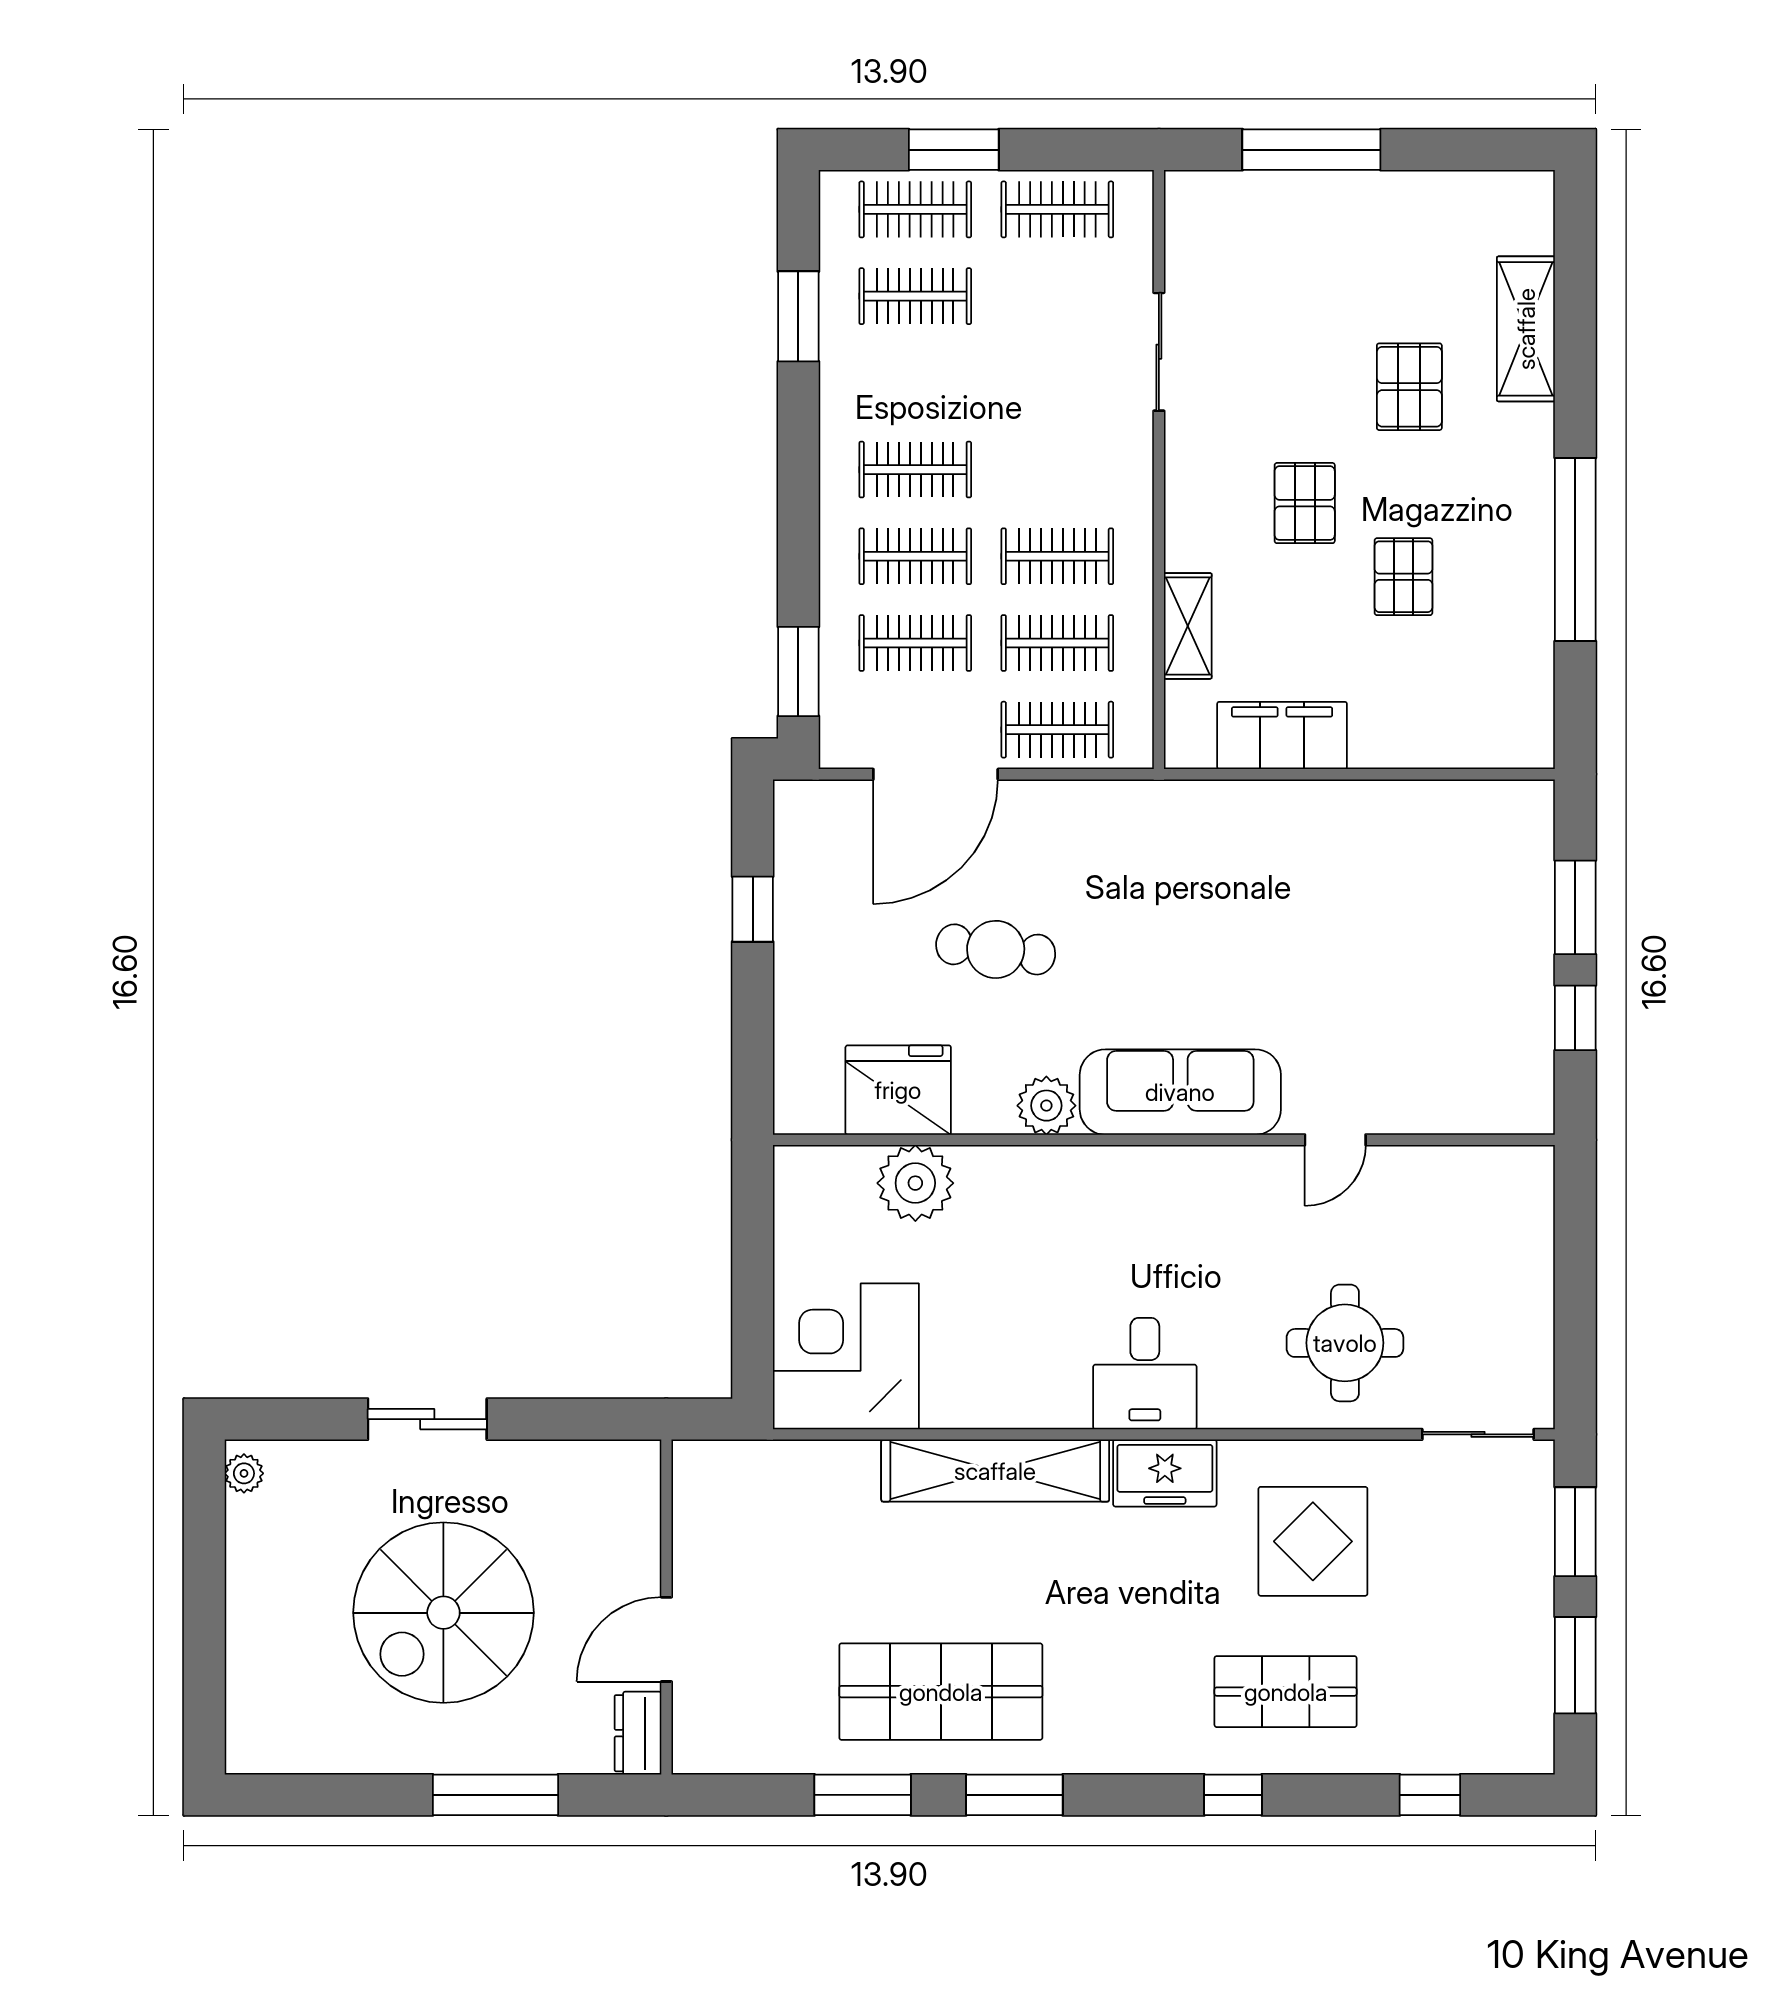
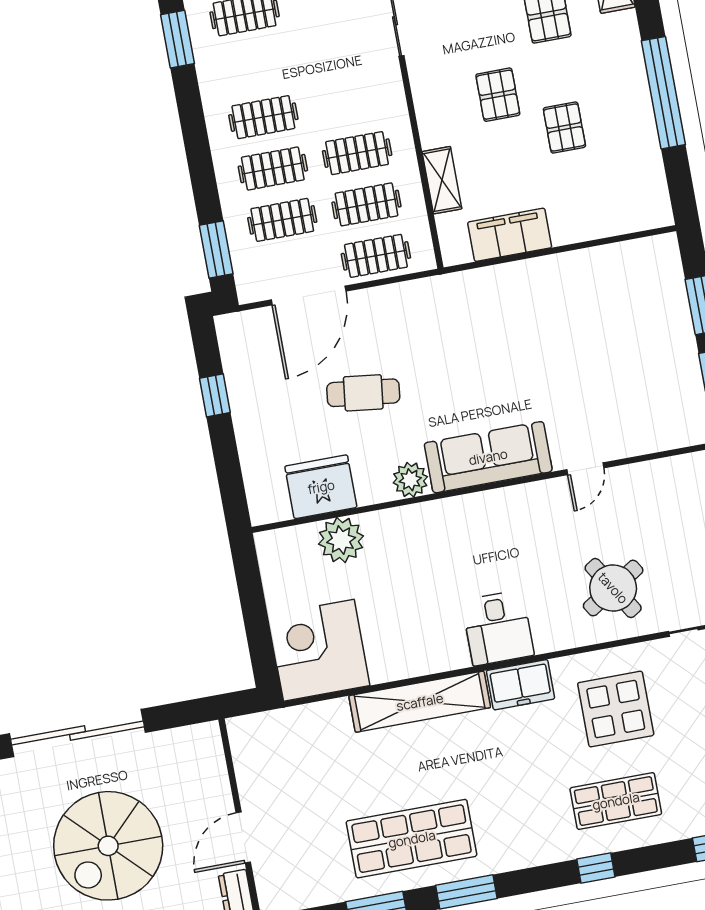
round table: (1345, 1343) -> (613, 588), turned -32
sliding door: (427, 1419) -> (78, 733), width x1.86

